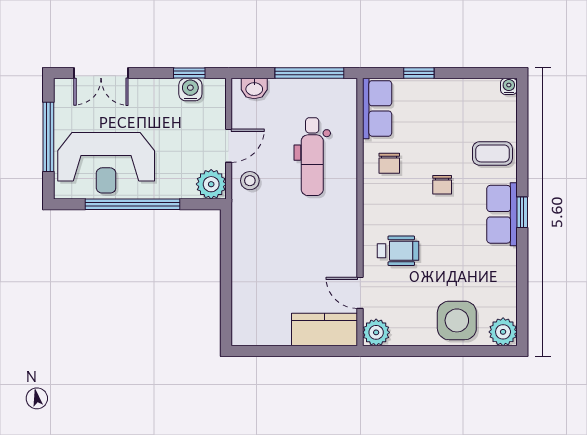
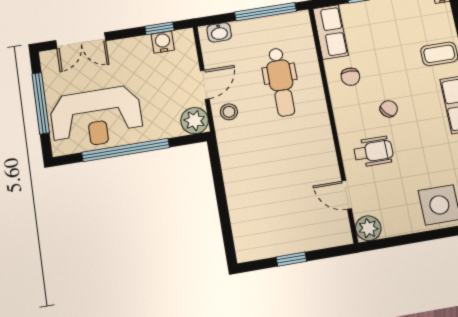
chair: (442, 185) -> (389, 109), moved, turned -131
kitchen counter: (325, 329) -> (321, 234), removed
window: (289, 351) -> (291, 259), added

